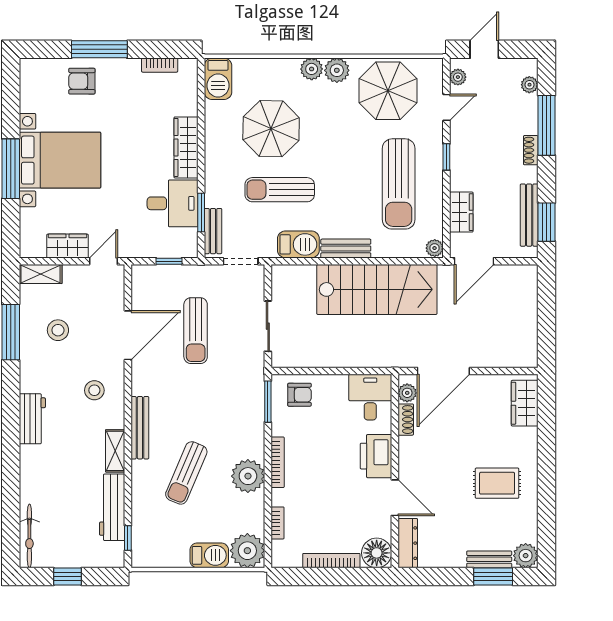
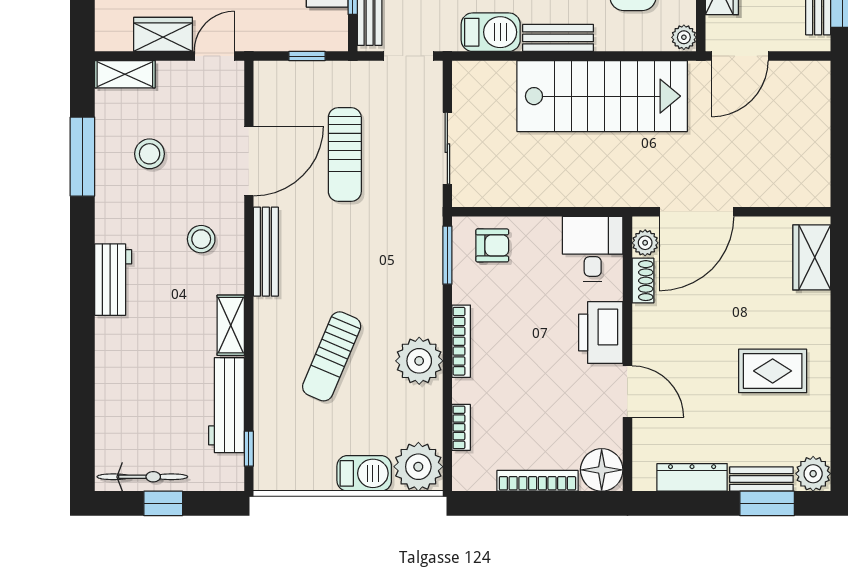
bench: (140, 428) -> (266, 252), moved
bicycle: (29, 536) -> (142, 477), moved, turned -90
dresser: (408, 543) -> (692, 477), moved, turned -90

